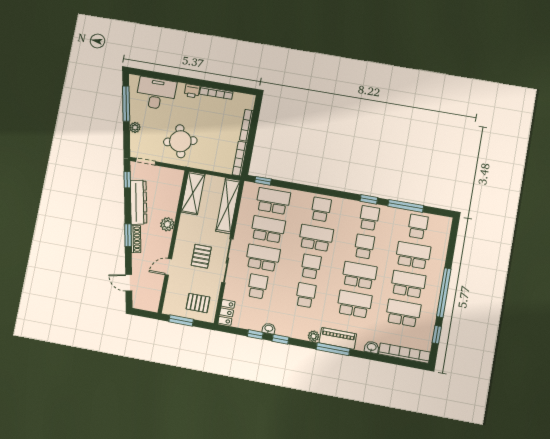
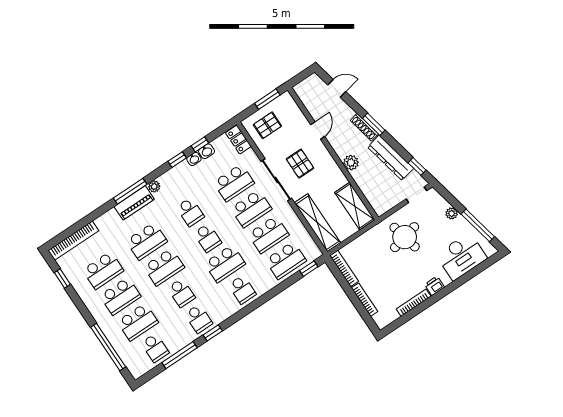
school desk: (258, 286) -> (234, 183), width x1.85
window: (444, 293) -> (108, 347), moved
washbasin: (372, 347) -> (207, 151), moved

